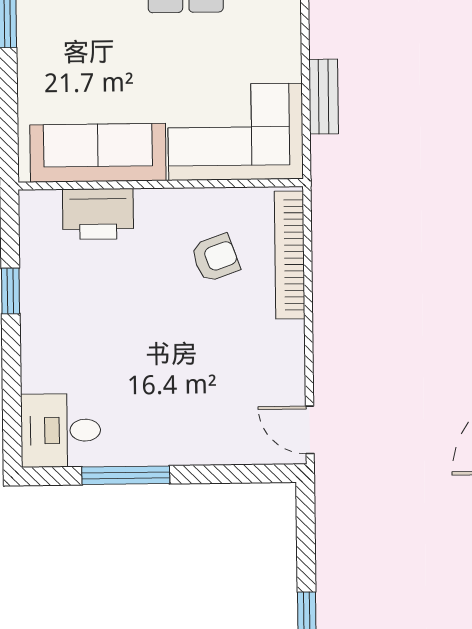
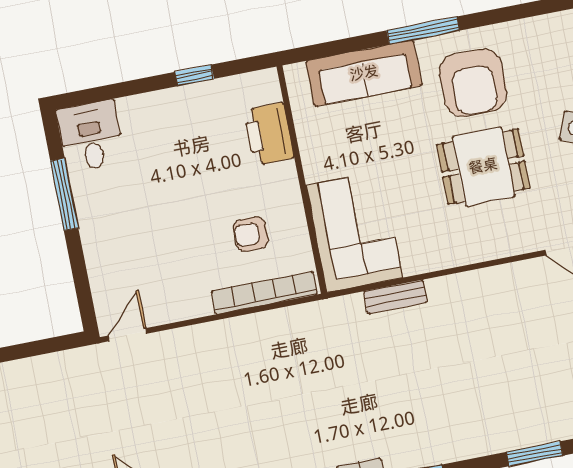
sofa: (98, 153) -> (364, 73), moved, turned 90
armchair: (215, 258) -> (251, 234), turned 110

